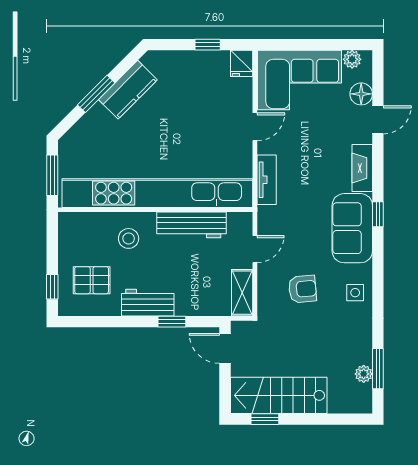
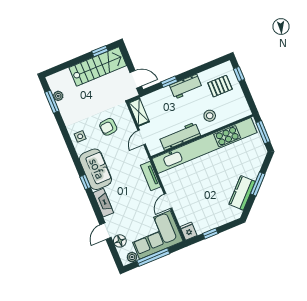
window: (317, 45) -> (153, 257), added

